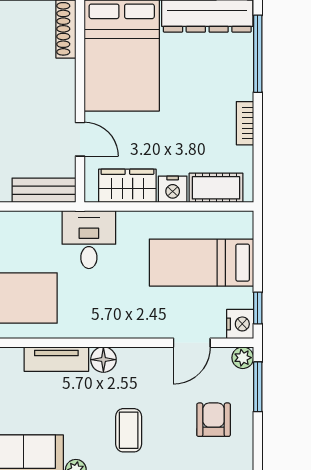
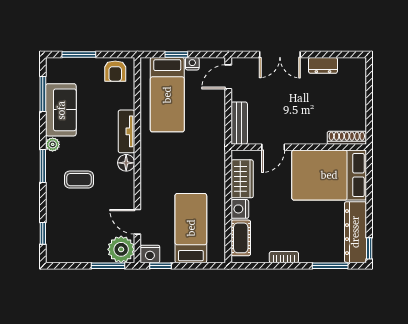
window: (258, 54) -> (330, 266), width x0.69
desk: (89, 240) -> (206, 153), removed
plant: (243, 358) -> (121, 249), width x1.88, depth x1.88
armchair: (214, 420) -> (86, 236), removed

